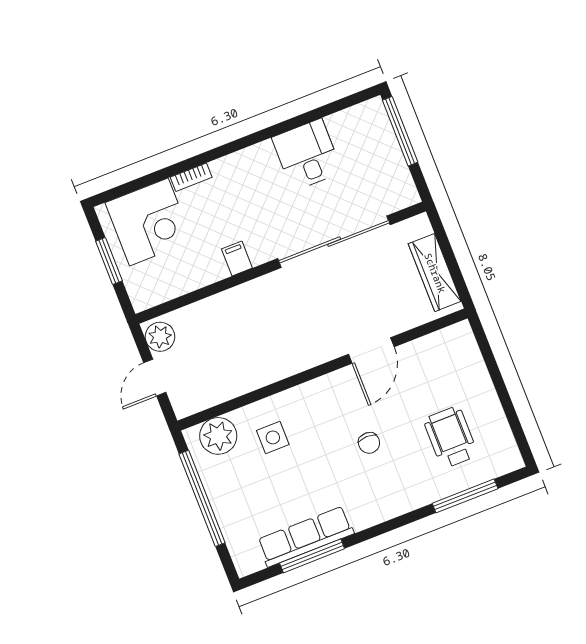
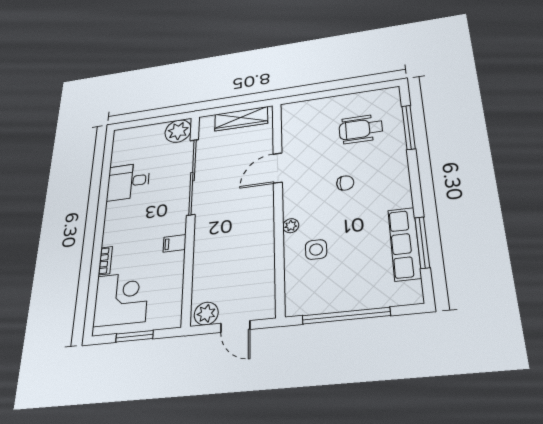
window: (400, 131) -> (142, 123), removed
plant: (398, 191) -> (178, 131), added
door: (371, 350) -> (278, 168), swing flipped
plant: (218, 436) -> (291, 226), moved, width x0.53, depth x0.53

